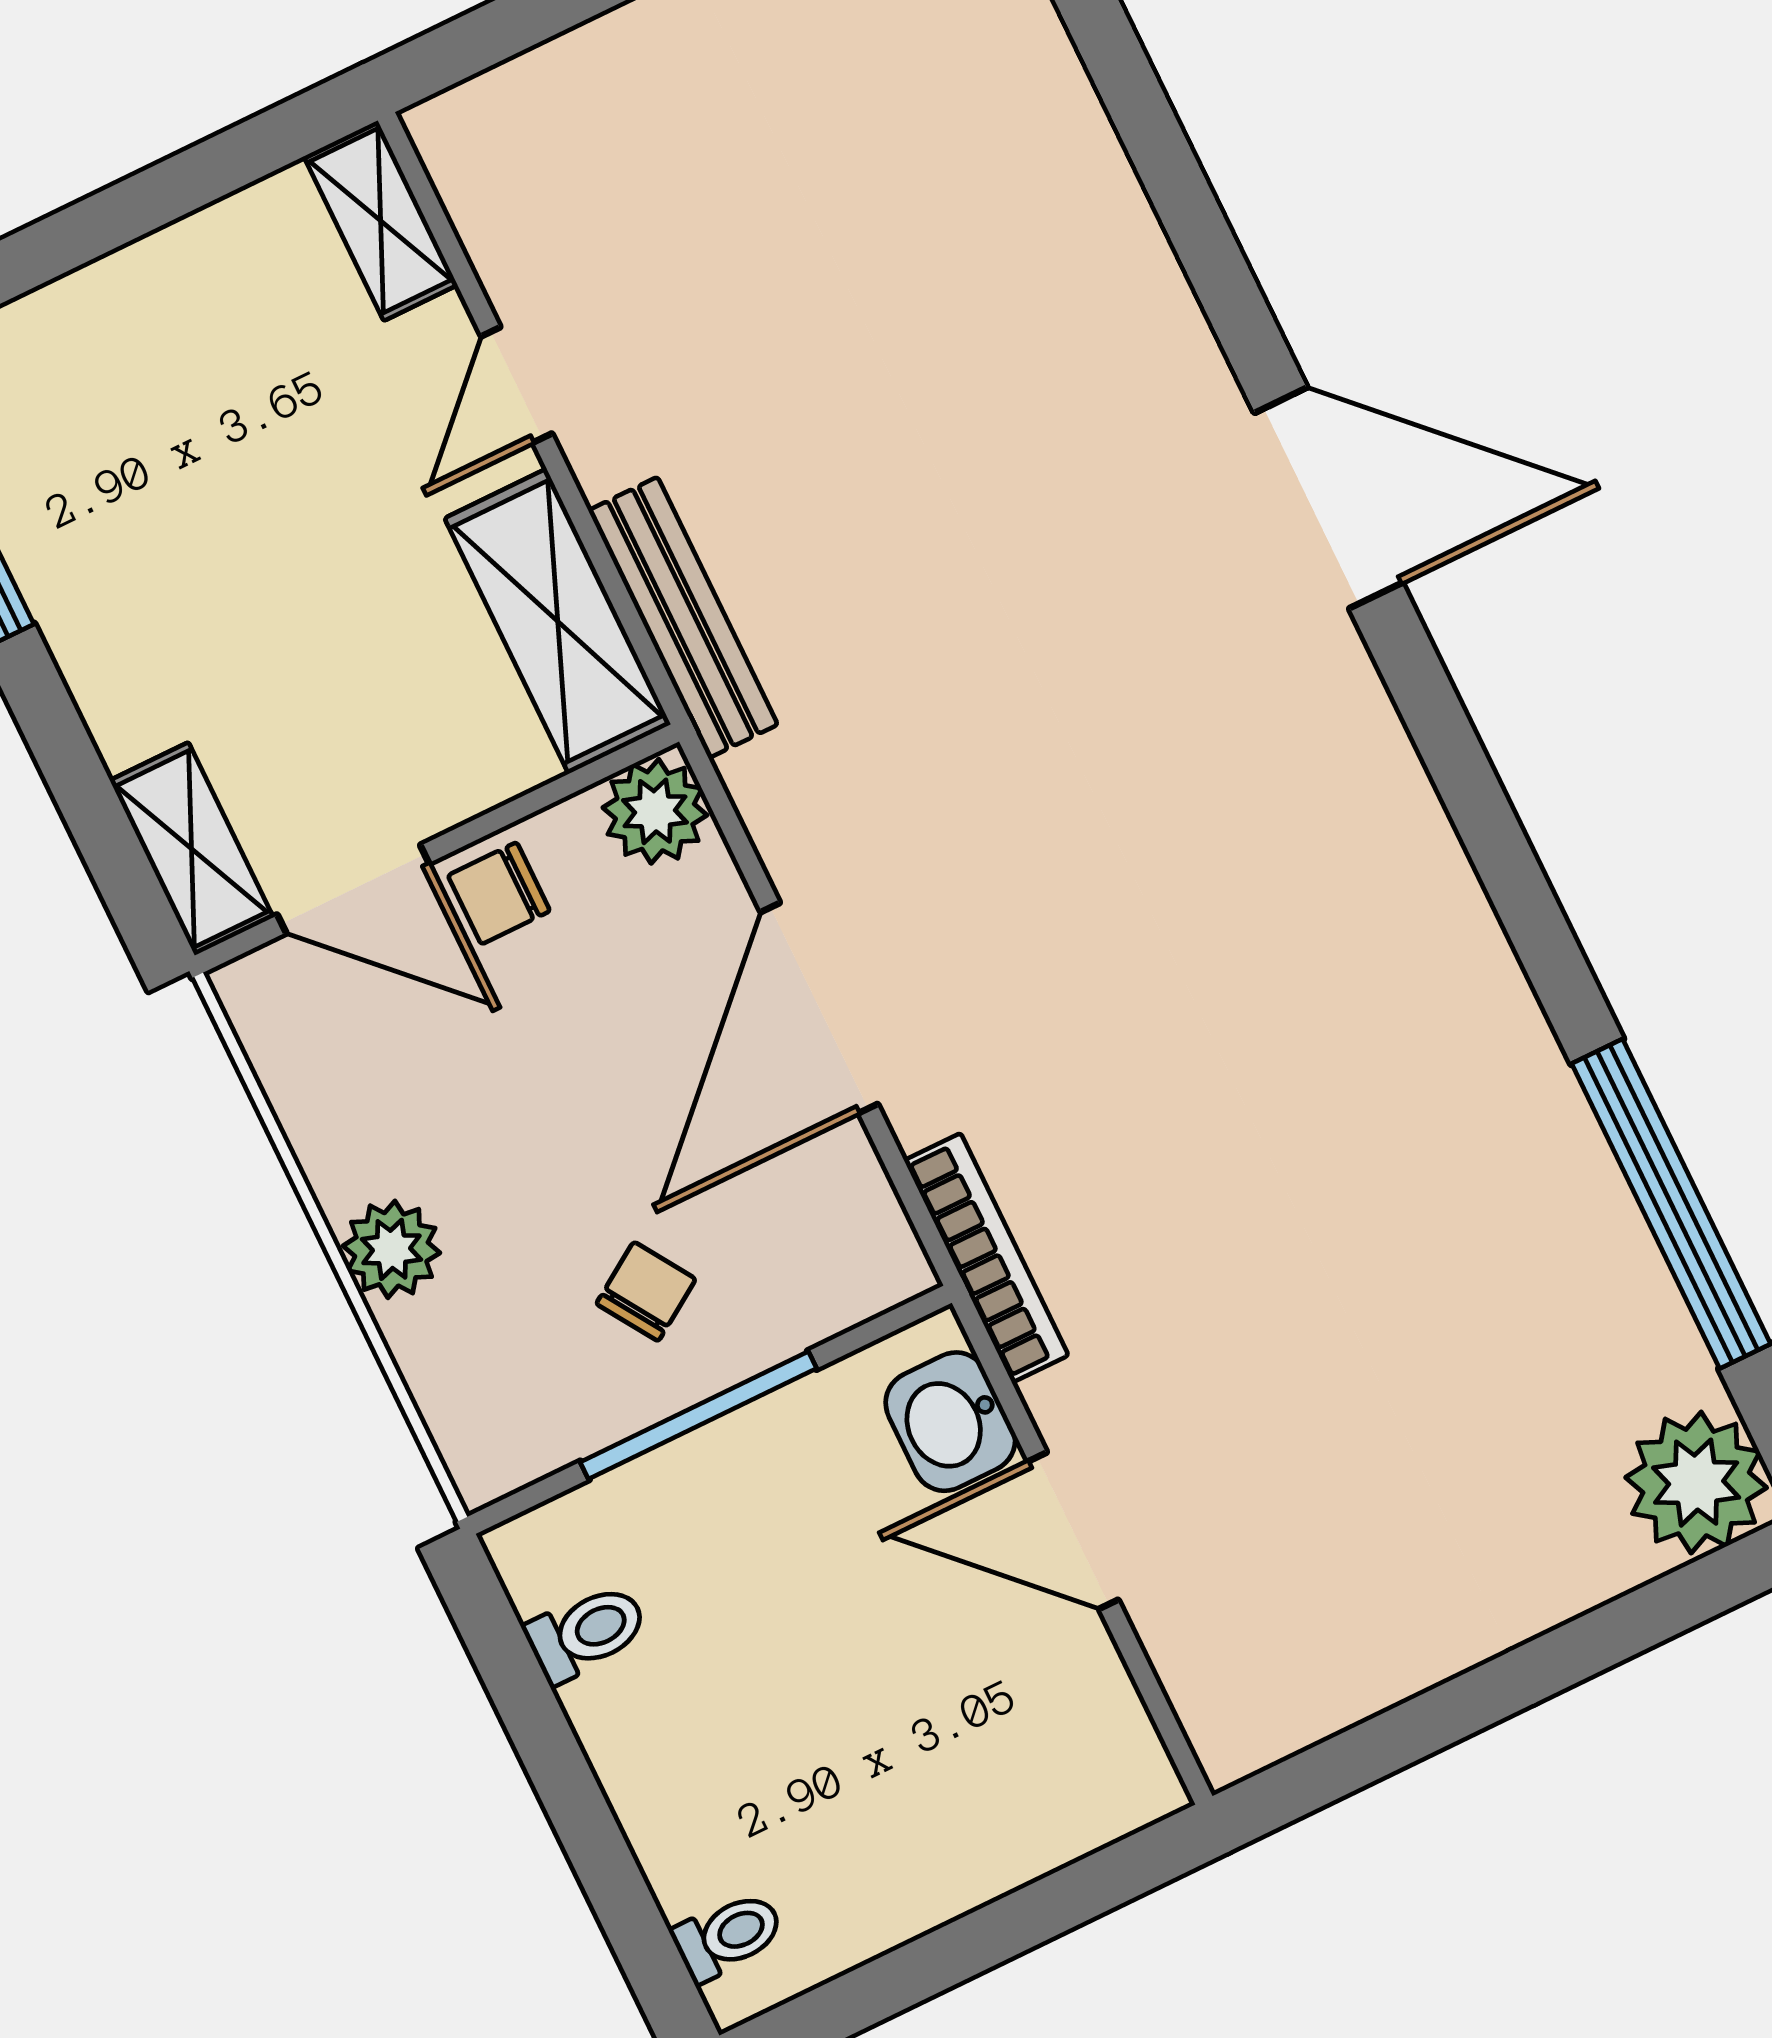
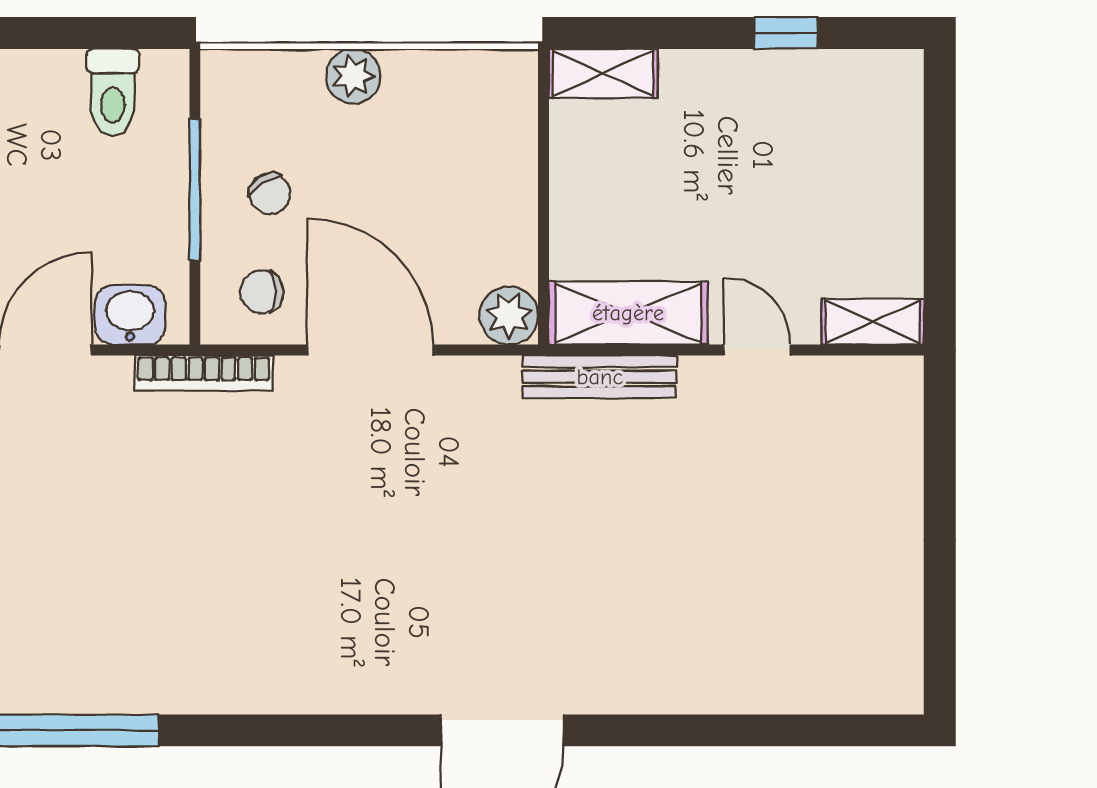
door: (353, 889) -> (543, 145), removed
chair: (499, 893) -> (262, 292), moved, turned -90
toilet: (586, 1633) -> (113, 93), width x1.37, depth x1.39

